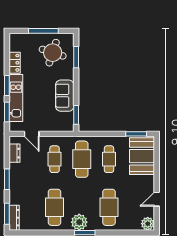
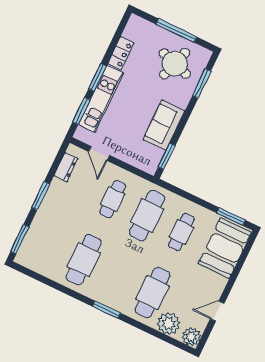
dresser: (14, 218) -> (27, 248), removed
plant: (79, 222) -> (169, 323), moved

